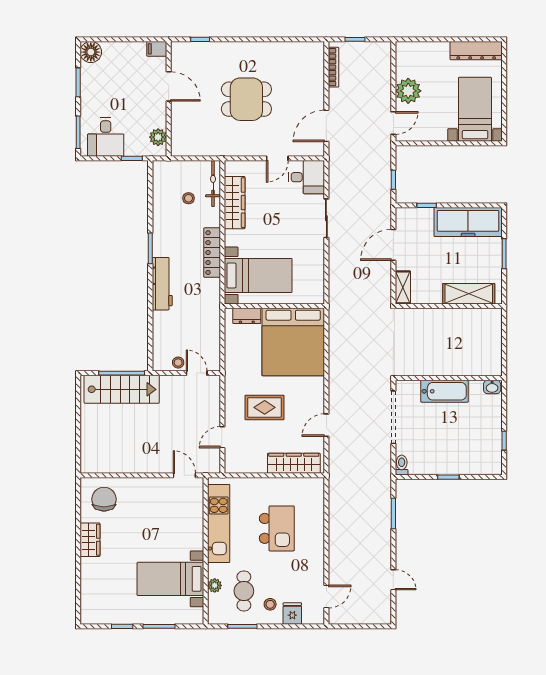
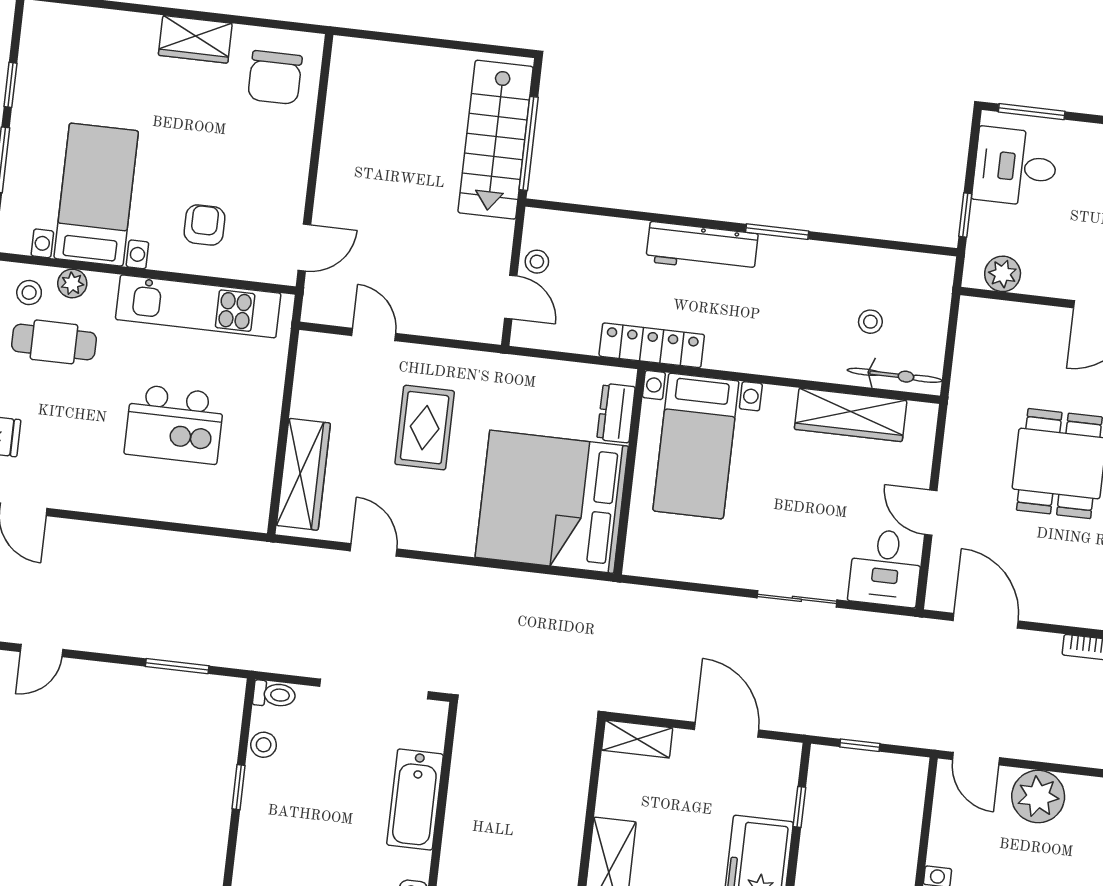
locker: (212, 253) -> (652, 345), moved
door: (197, 373) -> (511, 297), hinge flipped
stool: (427, 467) -> (264, 745), added
chair: (104, 499) -> (275, 78), turned 90
armchair: (179, 525) -> (204, 225), added
stool: (270, 604) -> (29, 293), moved

